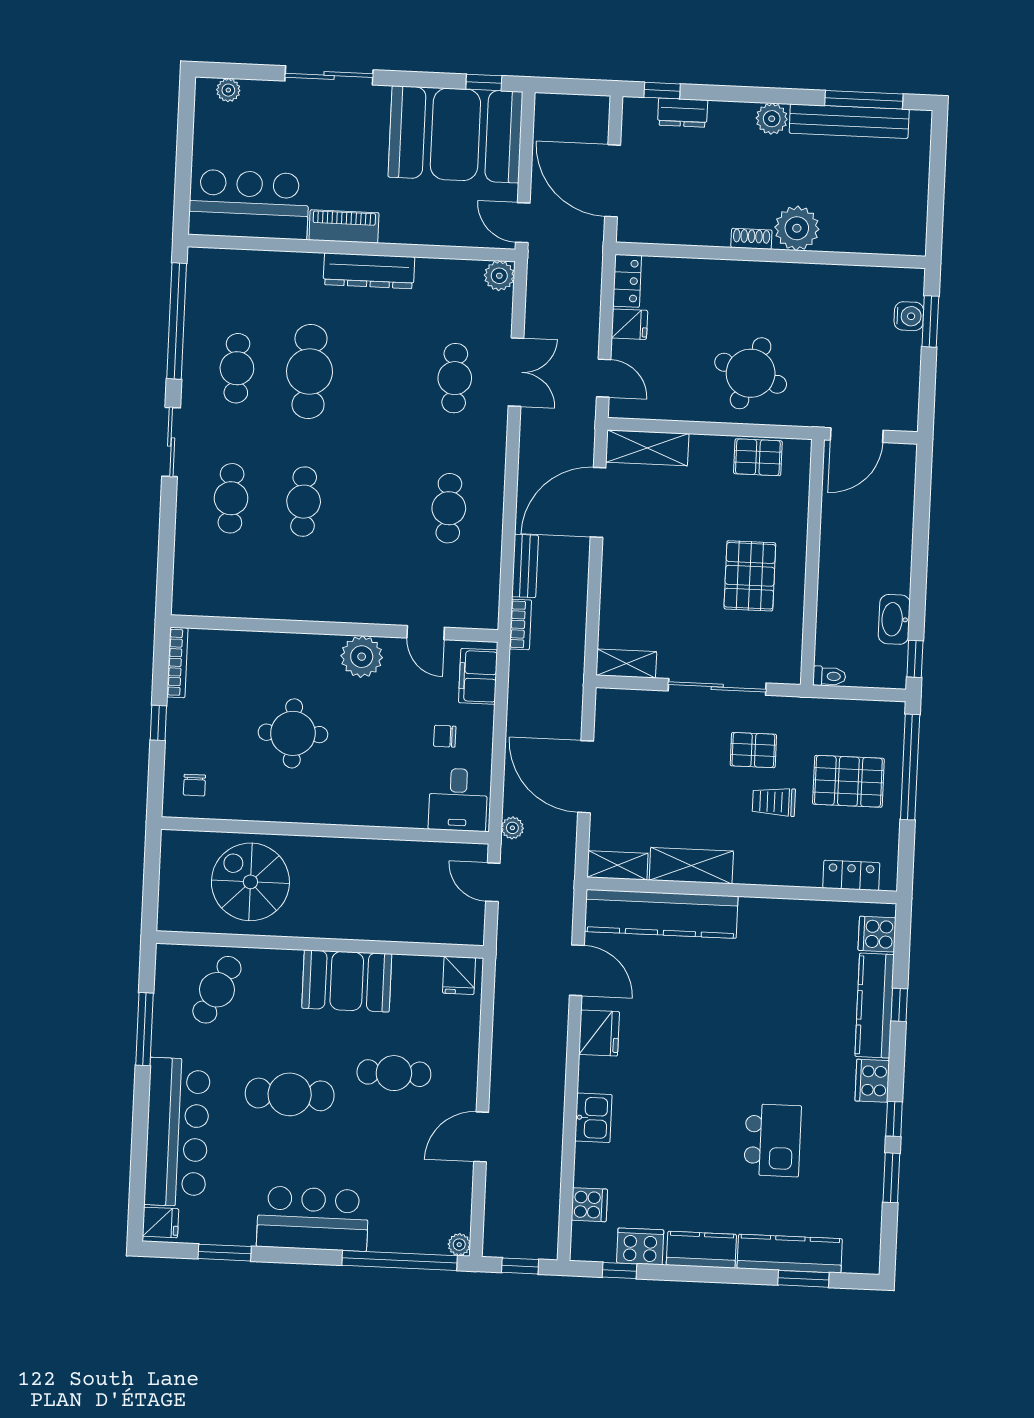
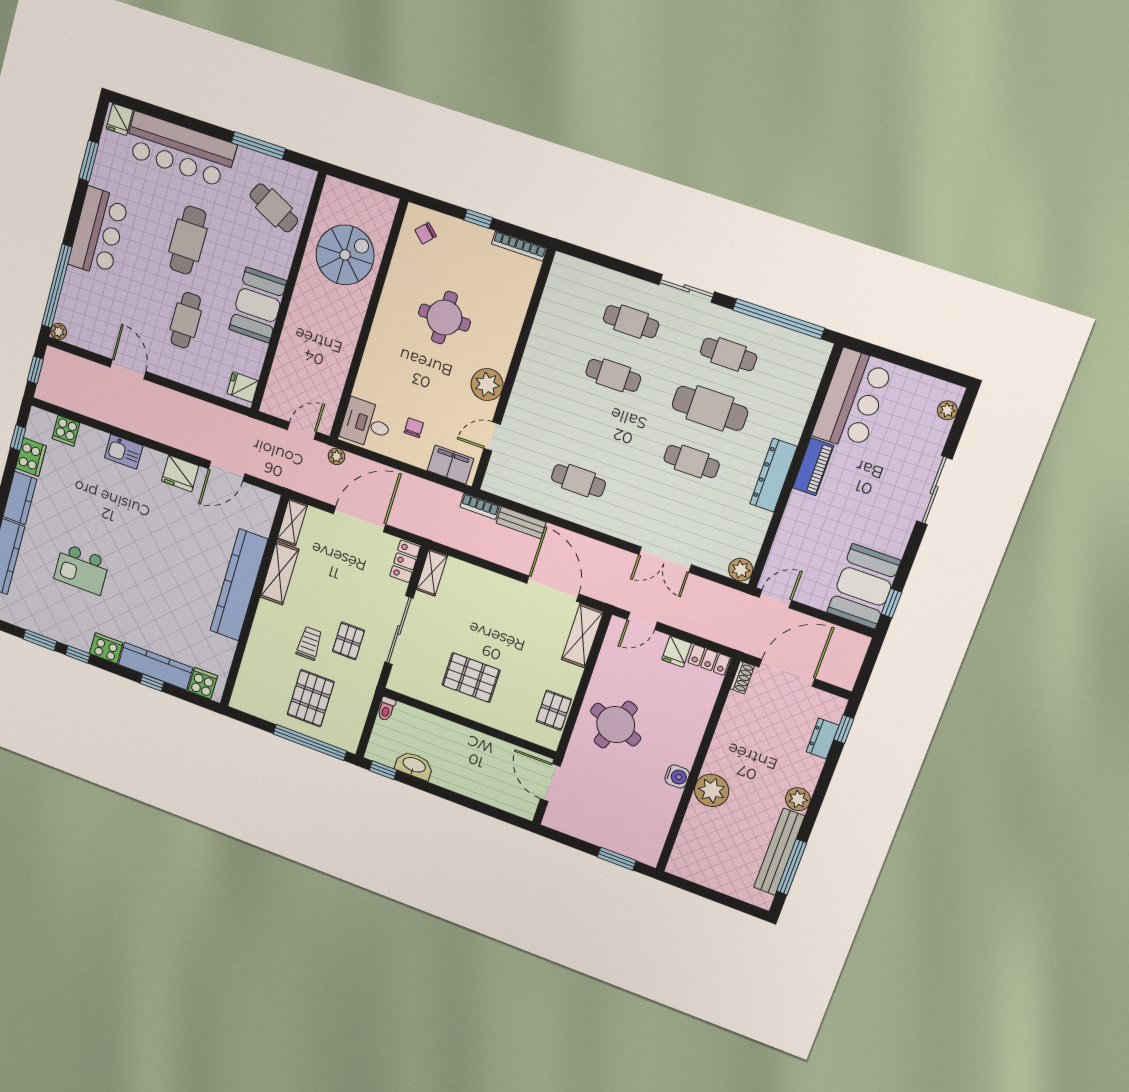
booth: (455, 134) -> (864, 586), width x0.73, depth x0.70
shoe rack: (751, 239) -> (742, 677), moved
water cooler: (909, 316) -> (677, 776), moved, turned -90
cafe table: (455, 378) -> (692, 462), moved
chair: (194, 785) -> (426, 233), turned -47
locker: (851, 875) -> (405, 561), moved, turned 180
kitchen counter: (661, 914) -> (239, 585), moved

